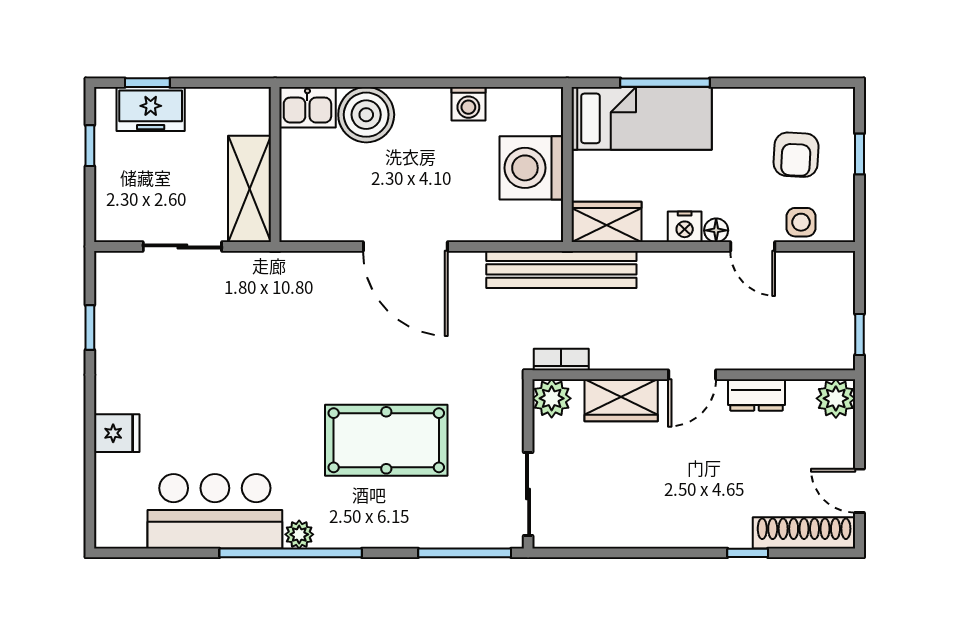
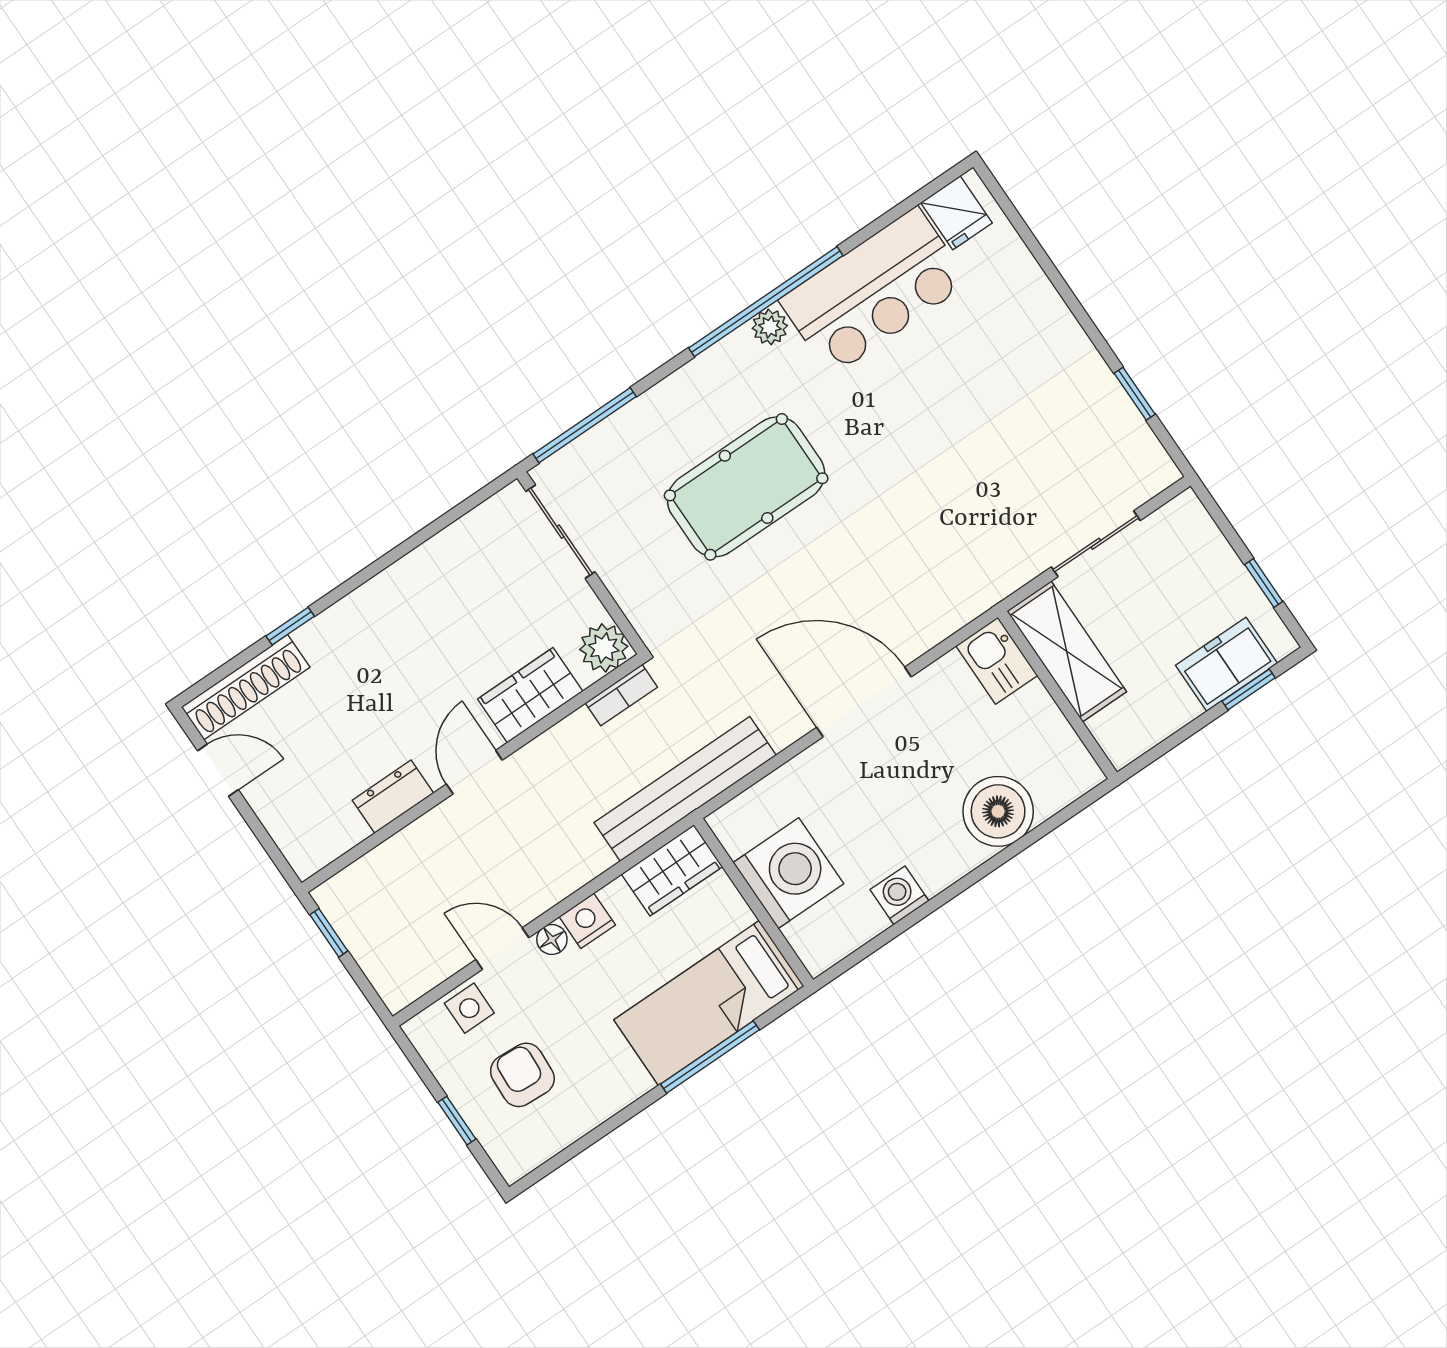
kitchen sink: (307, 107) -> (997, 661), moved, turned -90
plant: (836, 398) -> (308, 849), removed
fridge: (117, 433) -> (956, 213), moved, turned -90

